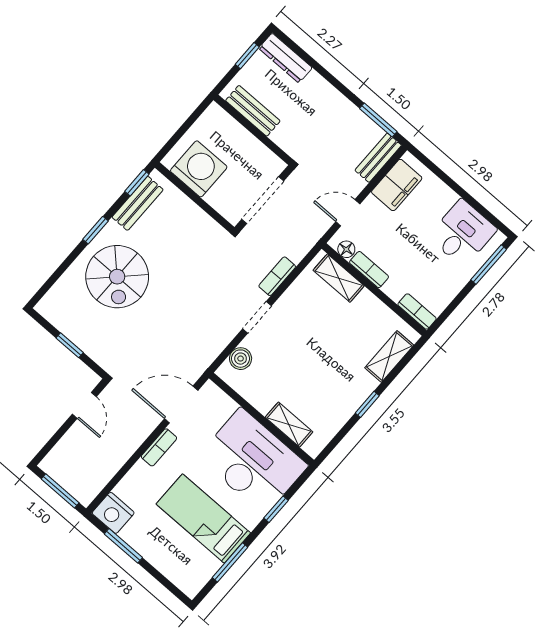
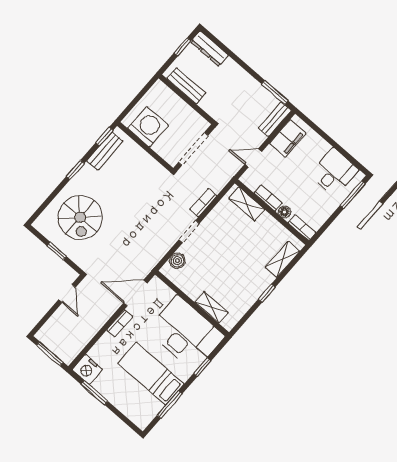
floor lamp: (346, 249) -> (285, 212), moved
spiral stairs: (117, 277) -> (80, 217), moved

